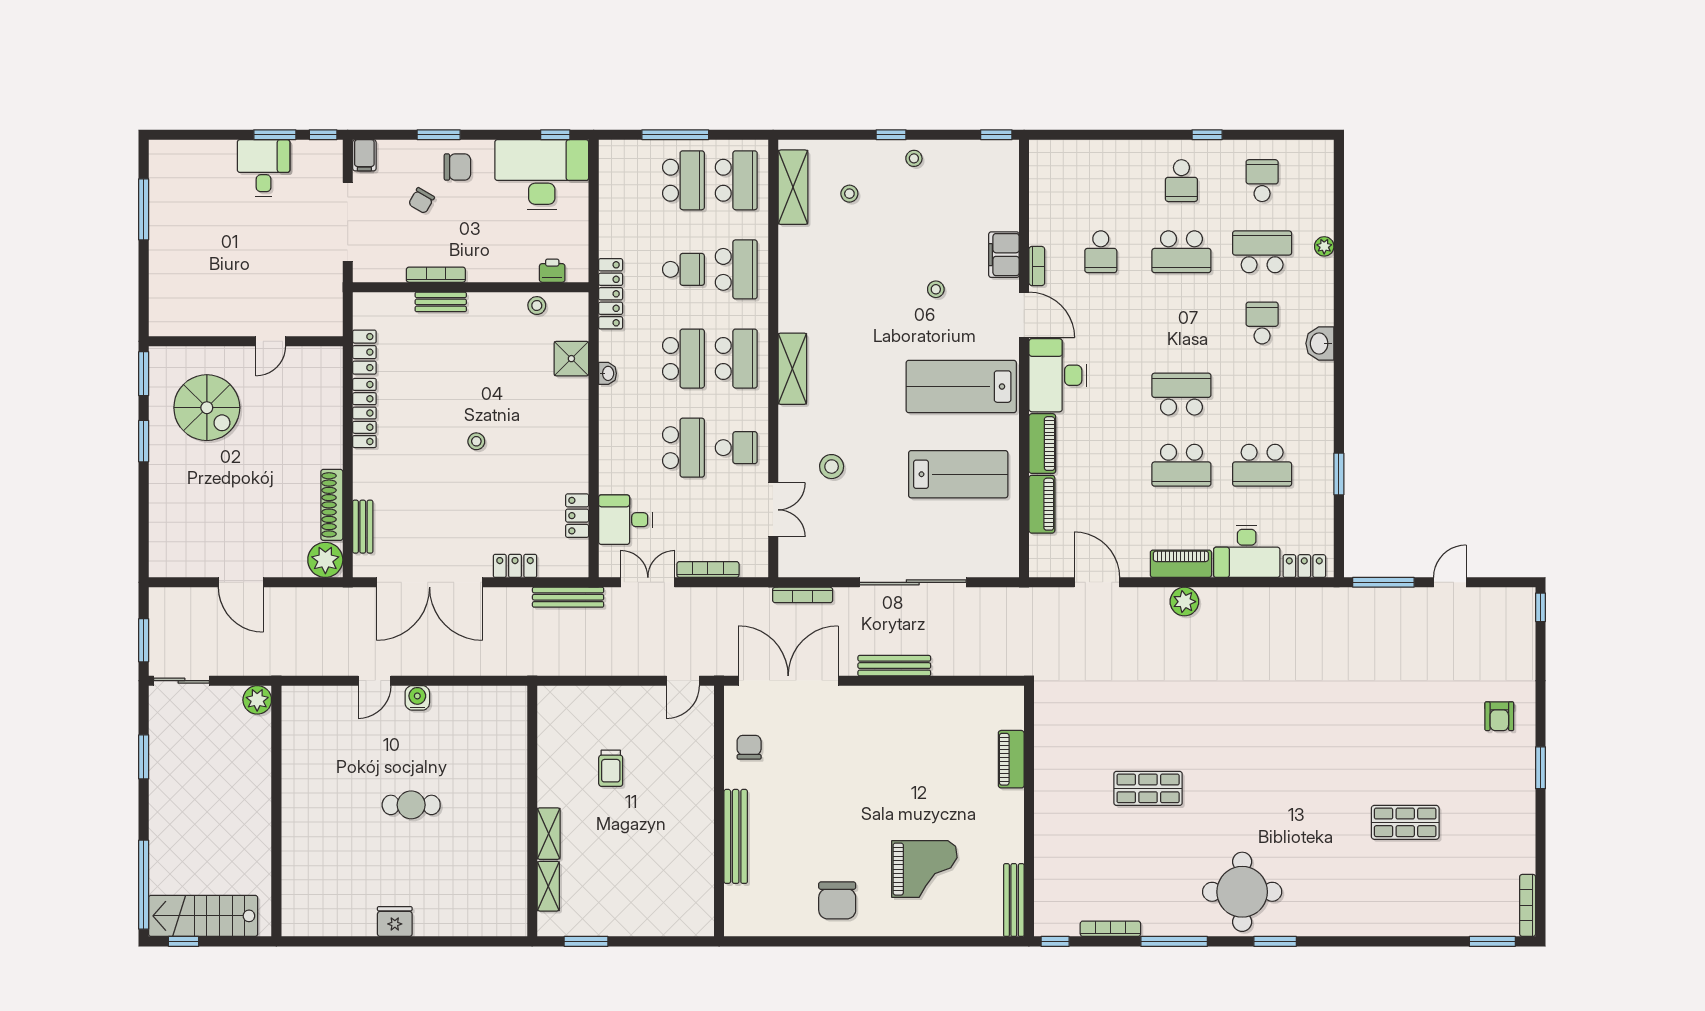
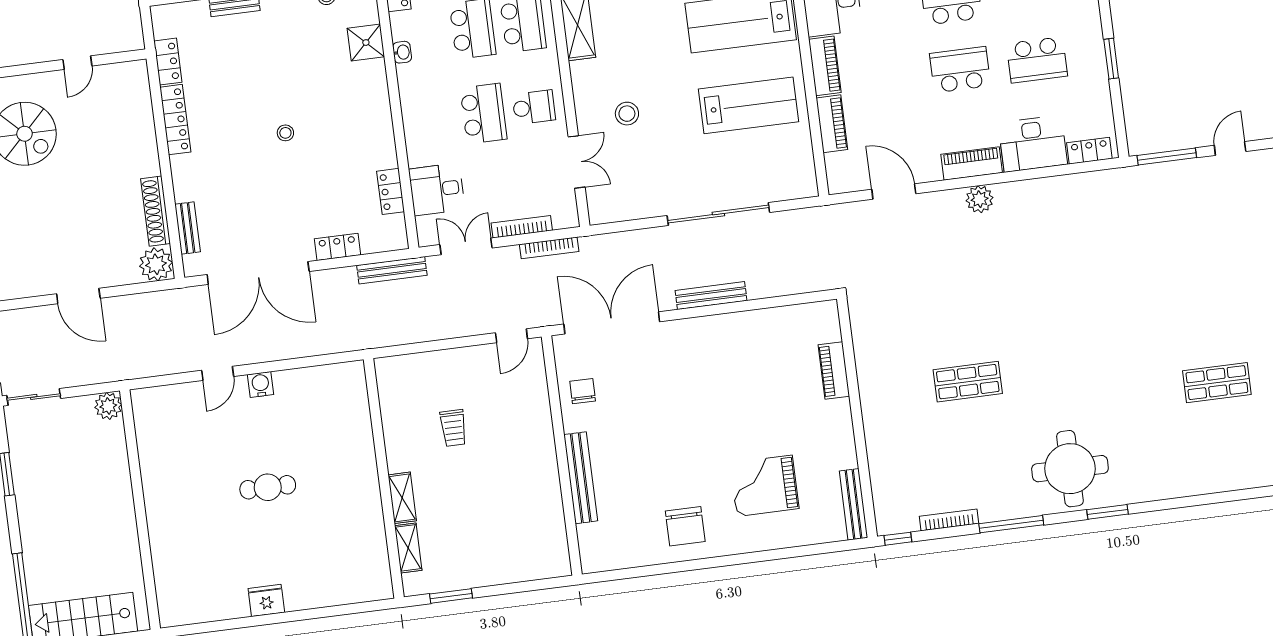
school desk: (1181, 465) -> (960, 70), turned 180
bookcase: (803, 595) -> (549, 248), moved
grand piano: (924, 869) -> (764, 486), turned 180

